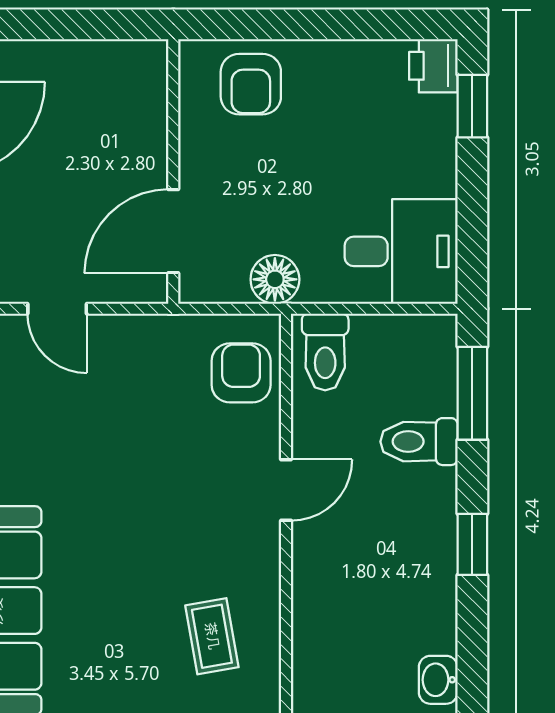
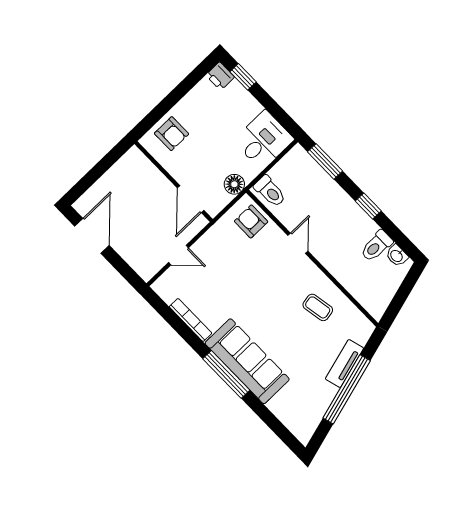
toilet: (419, 442) -> (376, 246), moved

